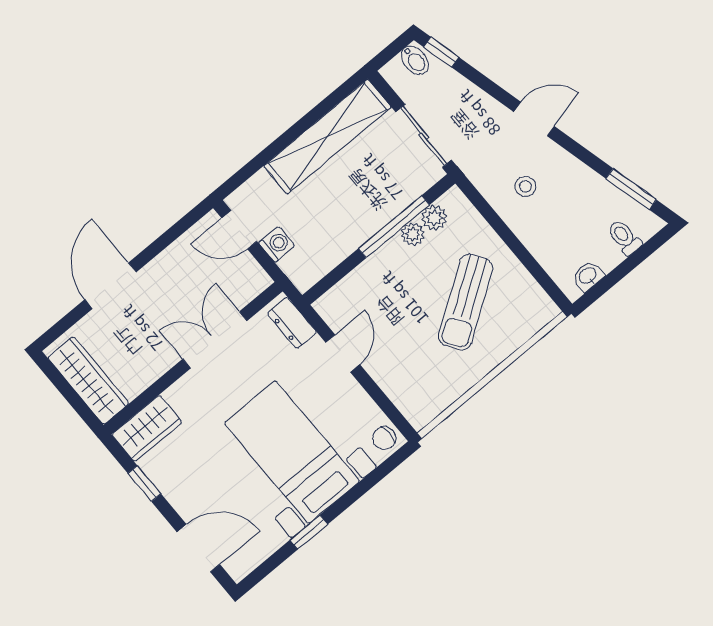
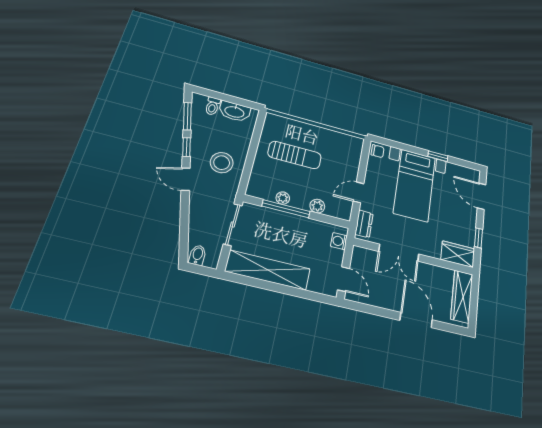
window: (441, 52) -> (187, 147), moved
stool: (525, 186) -> (222, 163), width x1.89, depth x1.89
plant: (434, 218) -> (317, 206), moved
washing machine: (277, 244) -> (339, 241), moved
washbasin: (588, 276) -> (235, 111), width x1.91, depth x1.45
door: (110, 286) -> (416, 320), swing flipped
sun lounger: (466, 302) -> (295, 155), turned 34

